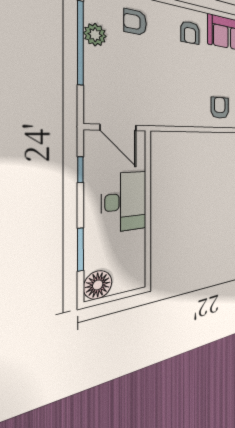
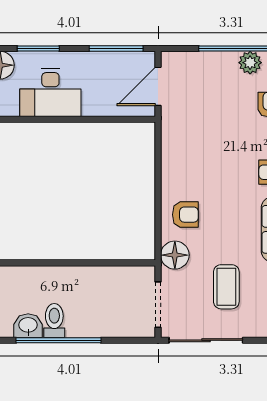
window: (80, 170) -> (116, 49), width x2.17
desk: (124, 202) -> (50, 93), moved

